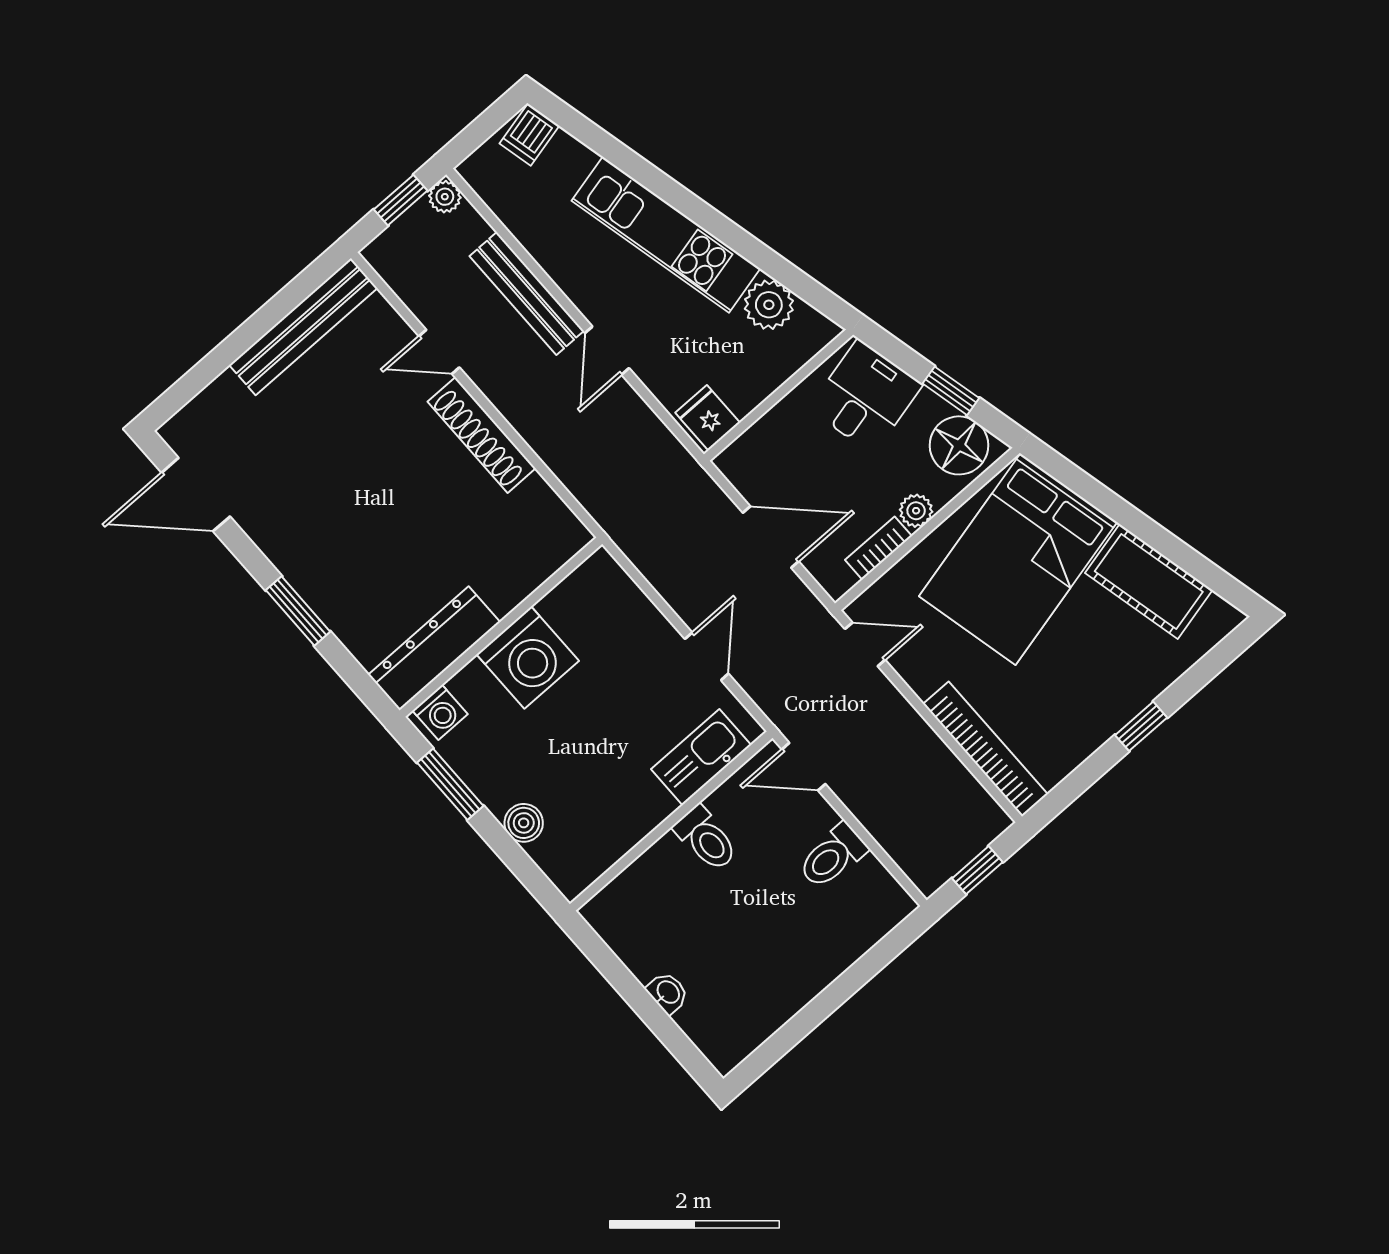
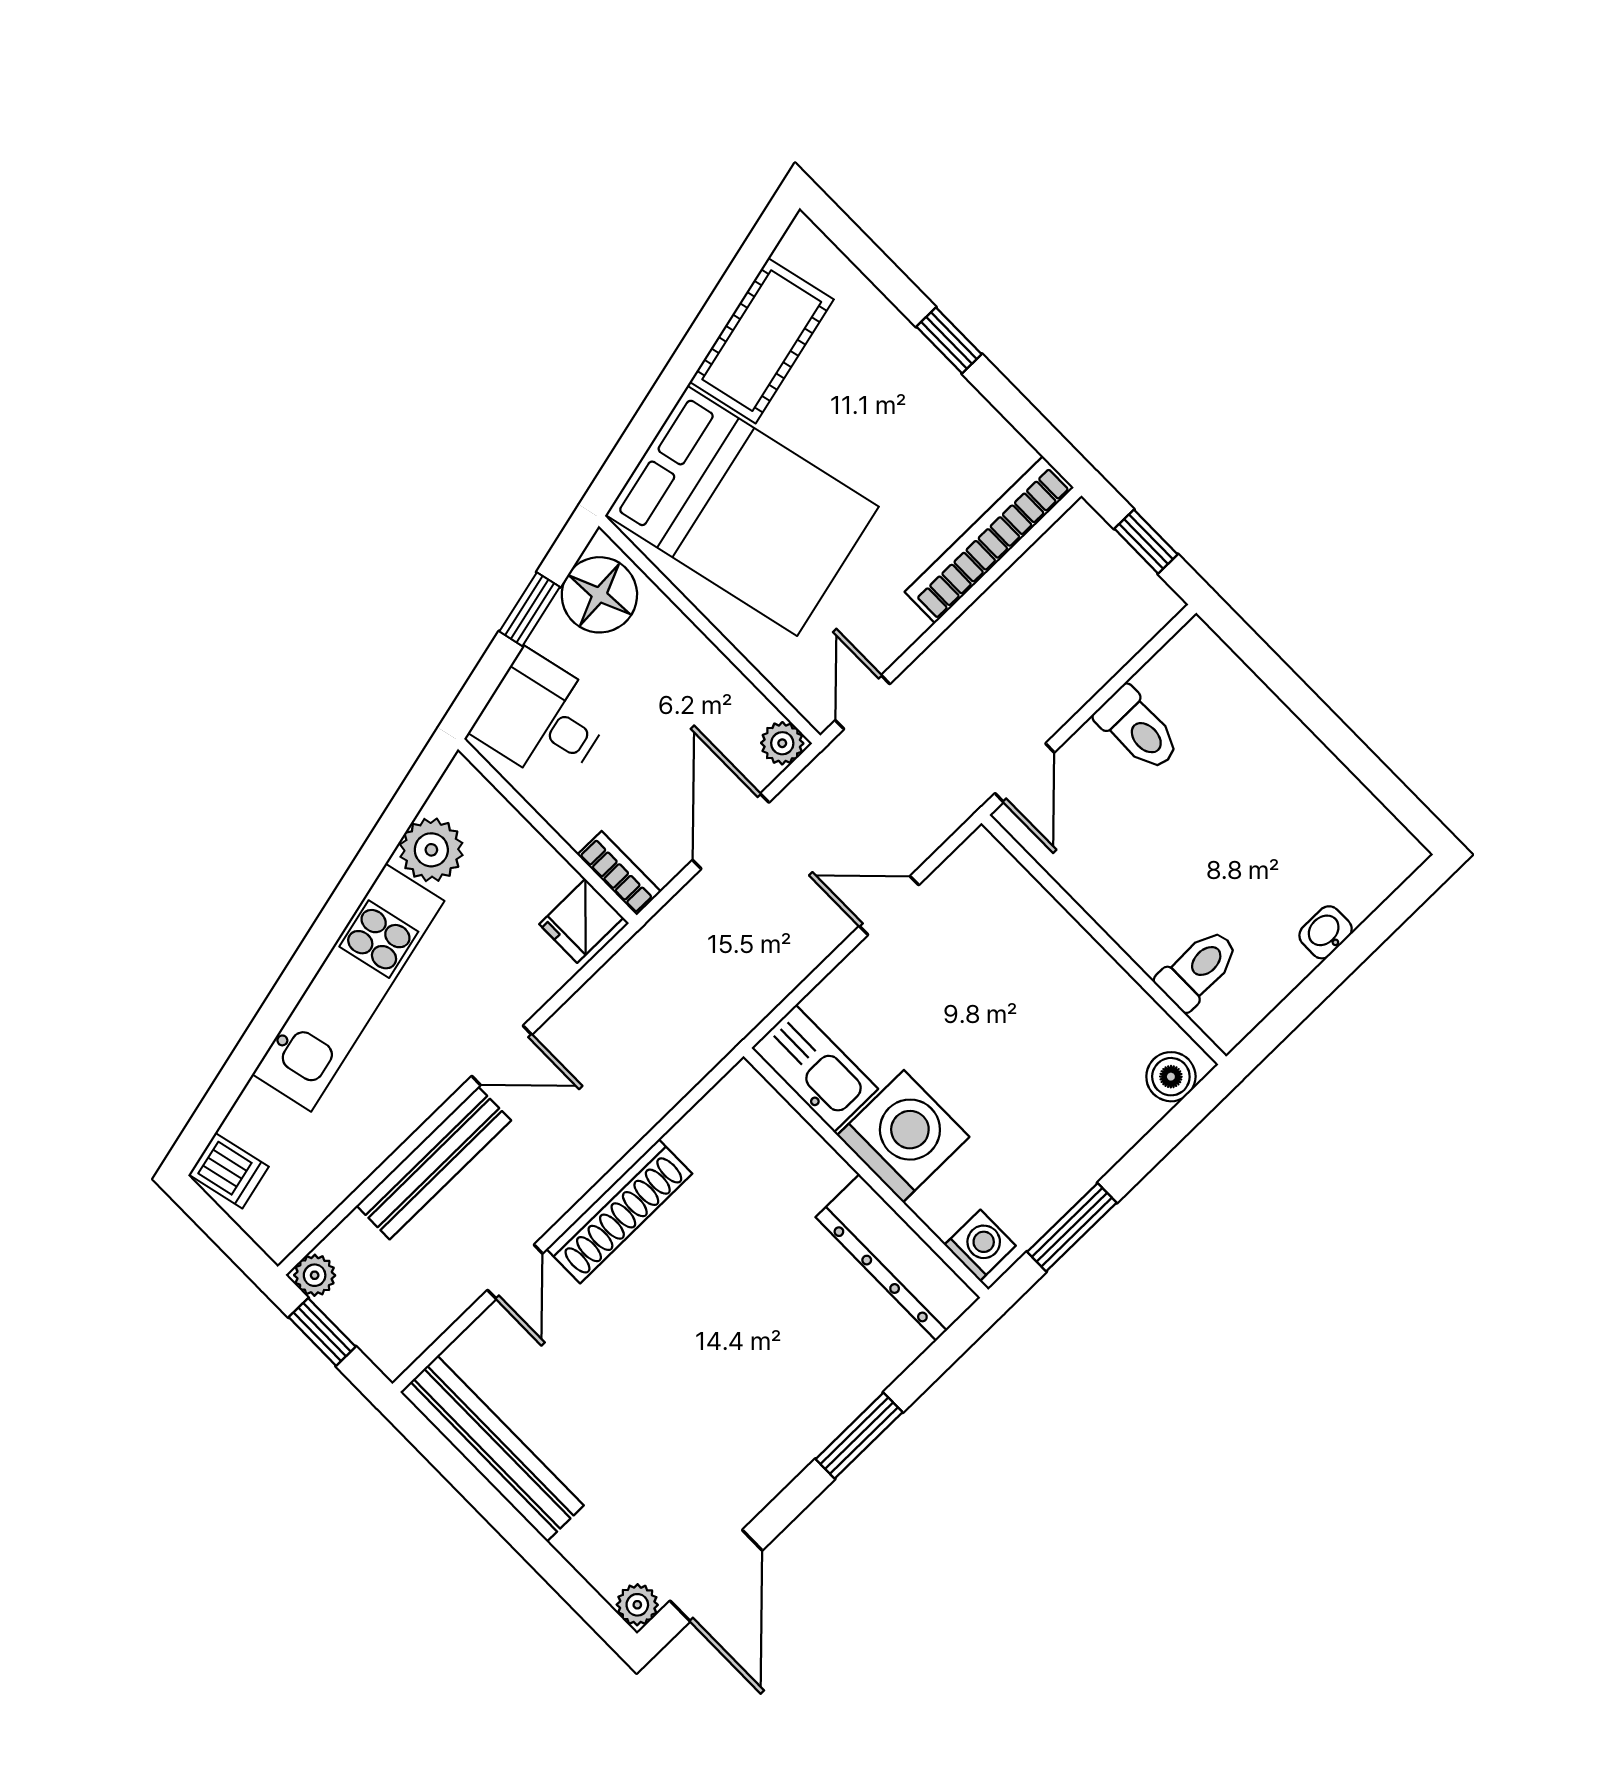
plant: (177, 432) -> (637, 1605), added
plant: (916, 511) -> (782, 743), moved
bookcase: (879, 548) -> (619, 873), moved, turned 180
kitchen sink: (701, 757) -> (815, 1068), moved, turned 180
boiler: (524, 823) -> (1171, 1077), moved
toilet: (706, 839) -> (1198, 969), moved

